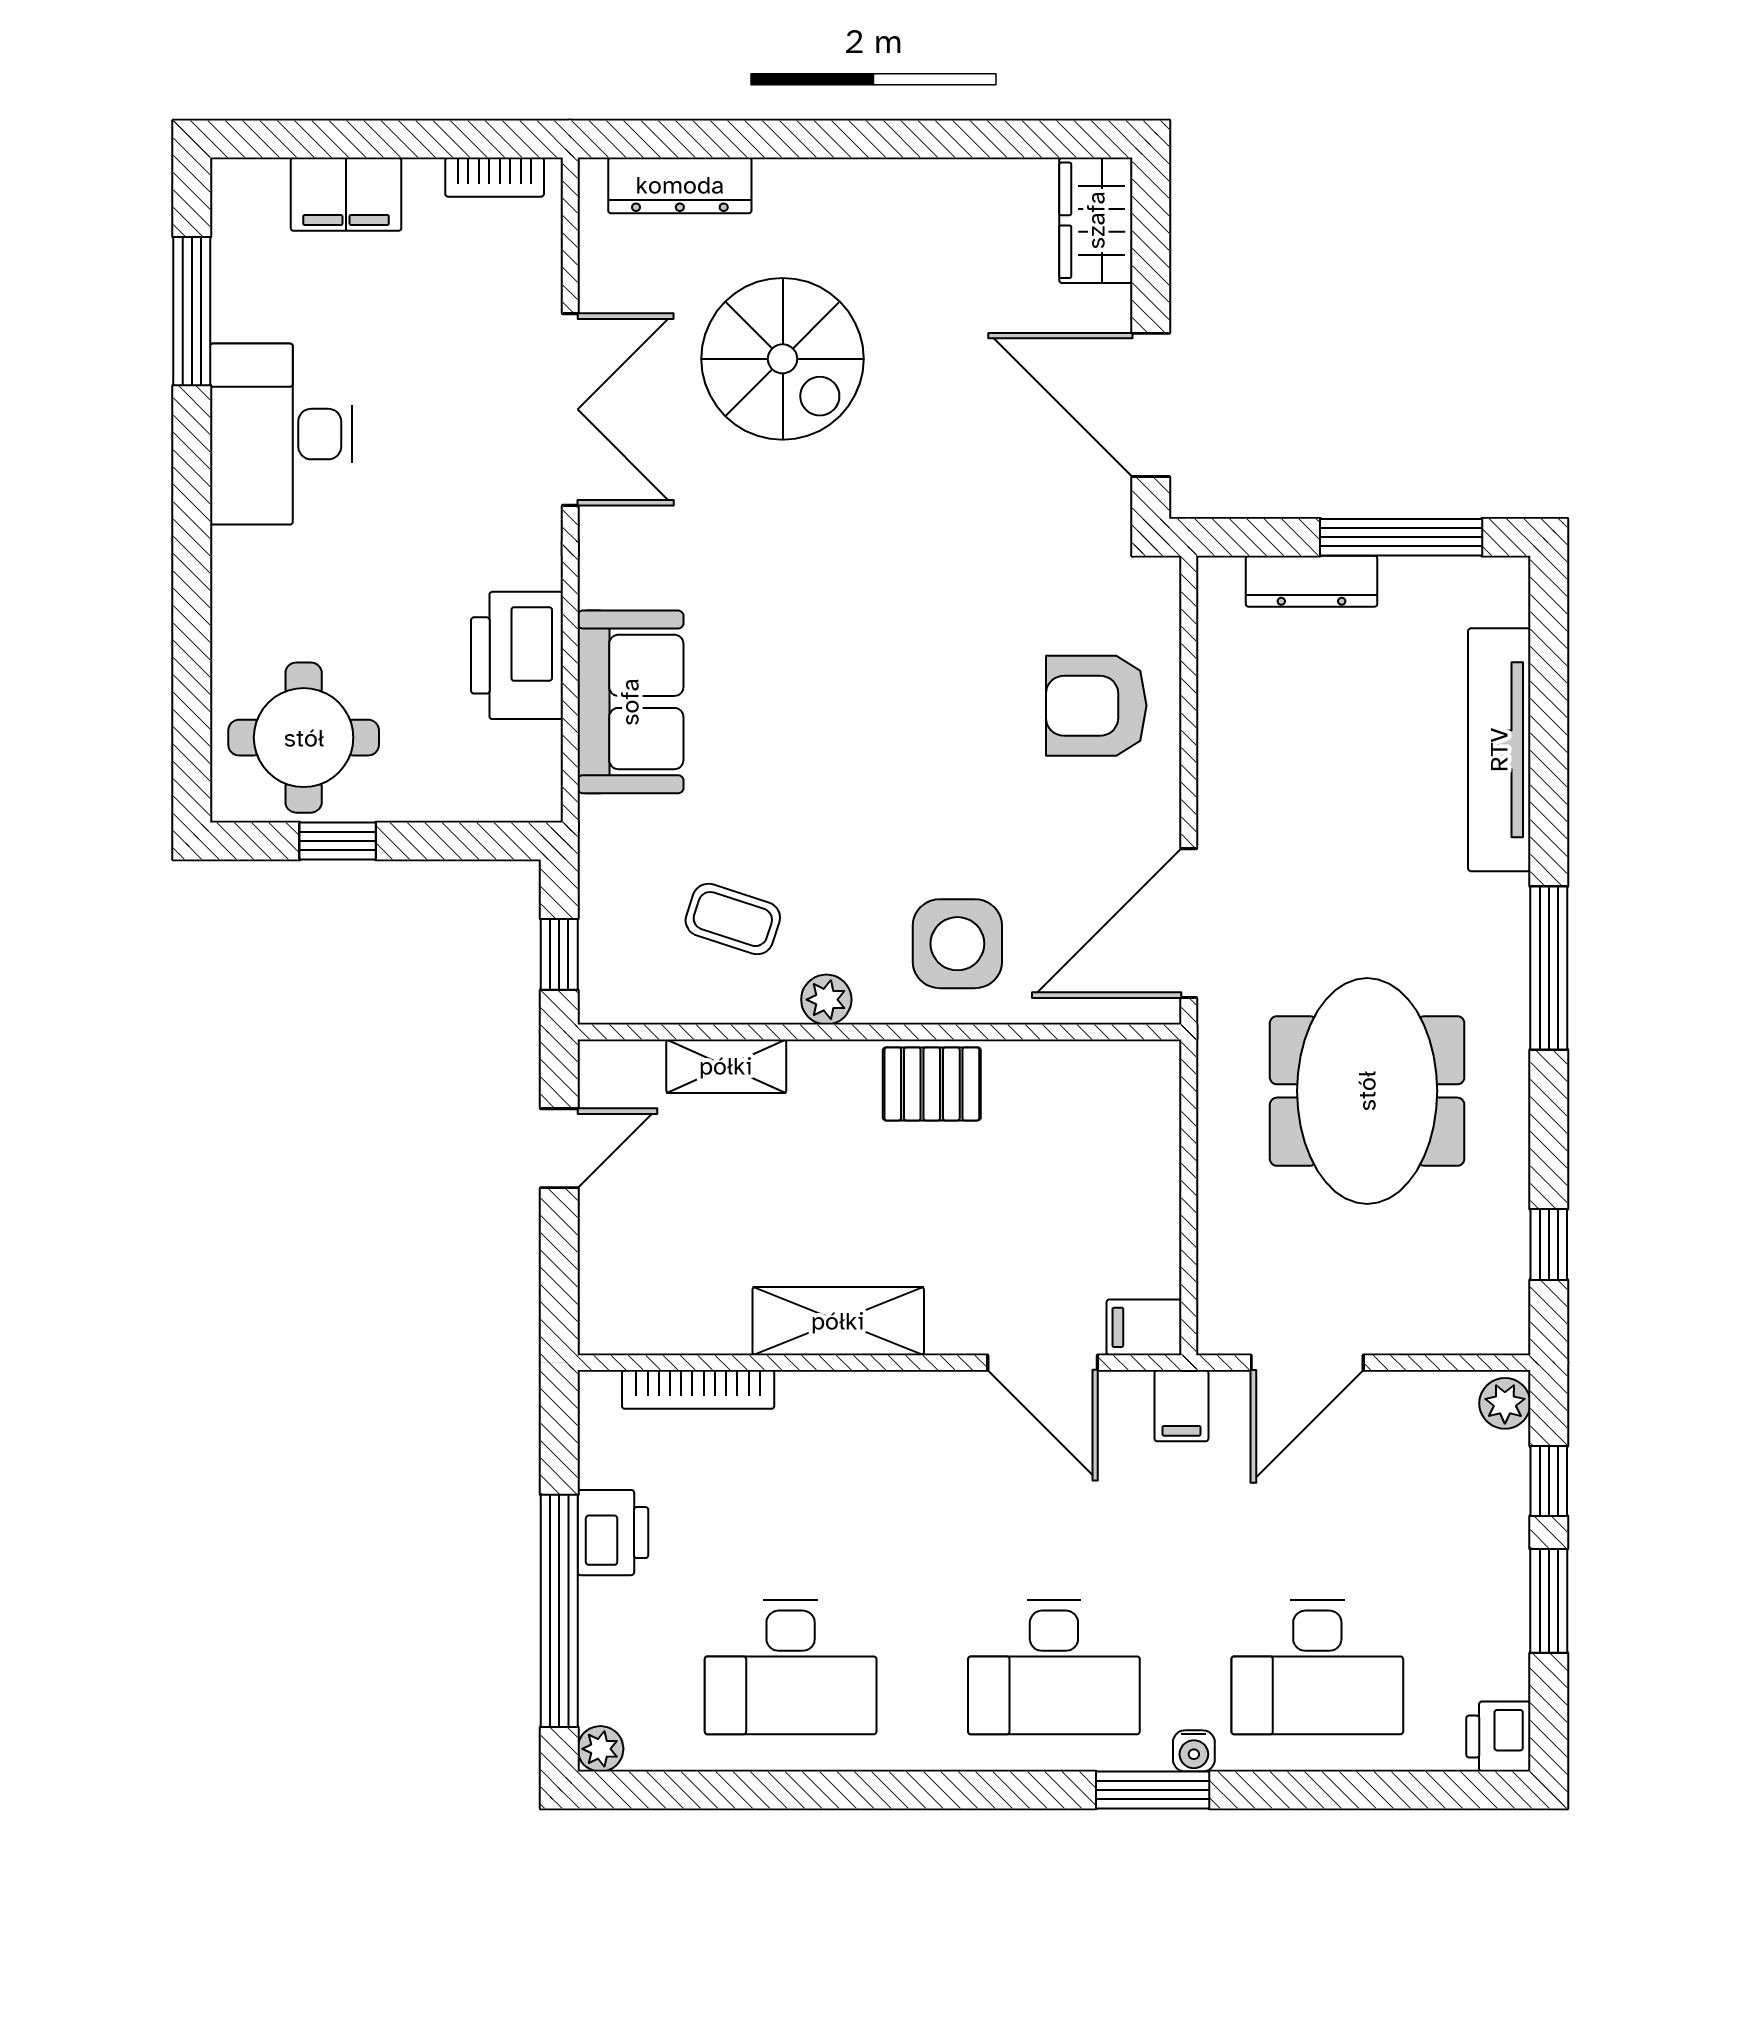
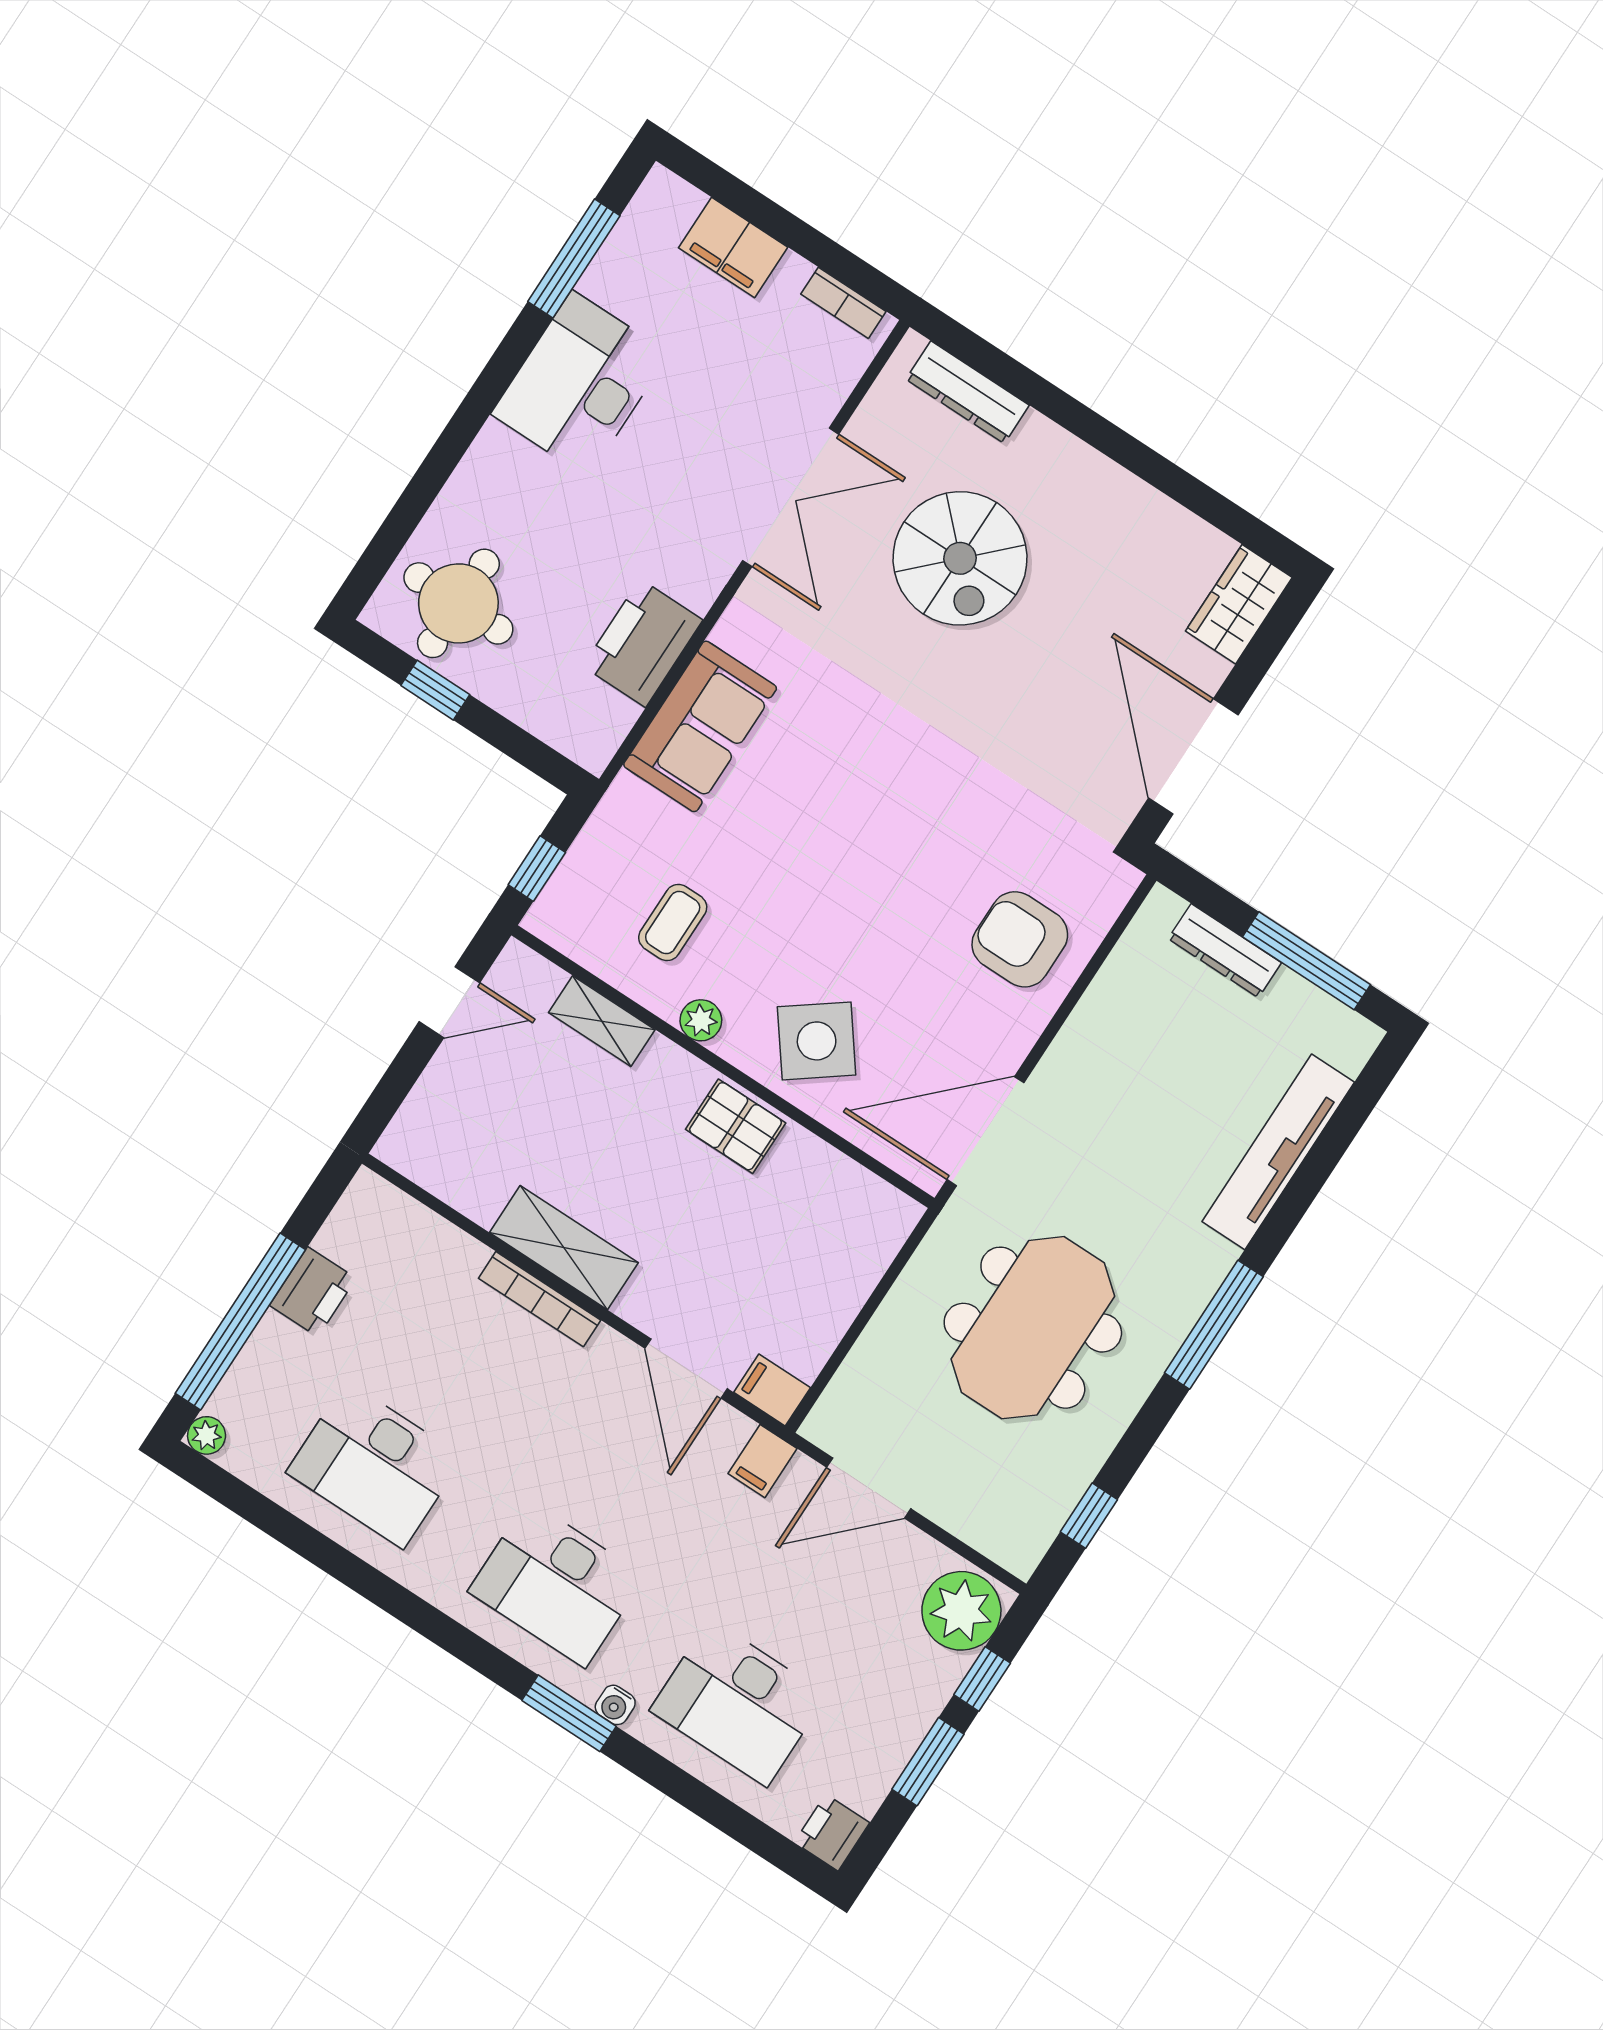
coffee table: (733, 919) -> (673, 922), turned 72
side table: (957, 944) -> (817, 1041), turned -37
bookcase: (698, 1389) -> (540, 1299), moved
plant: (1505, 1403) -> (961, 1611), width x1.87, depth x1.87

